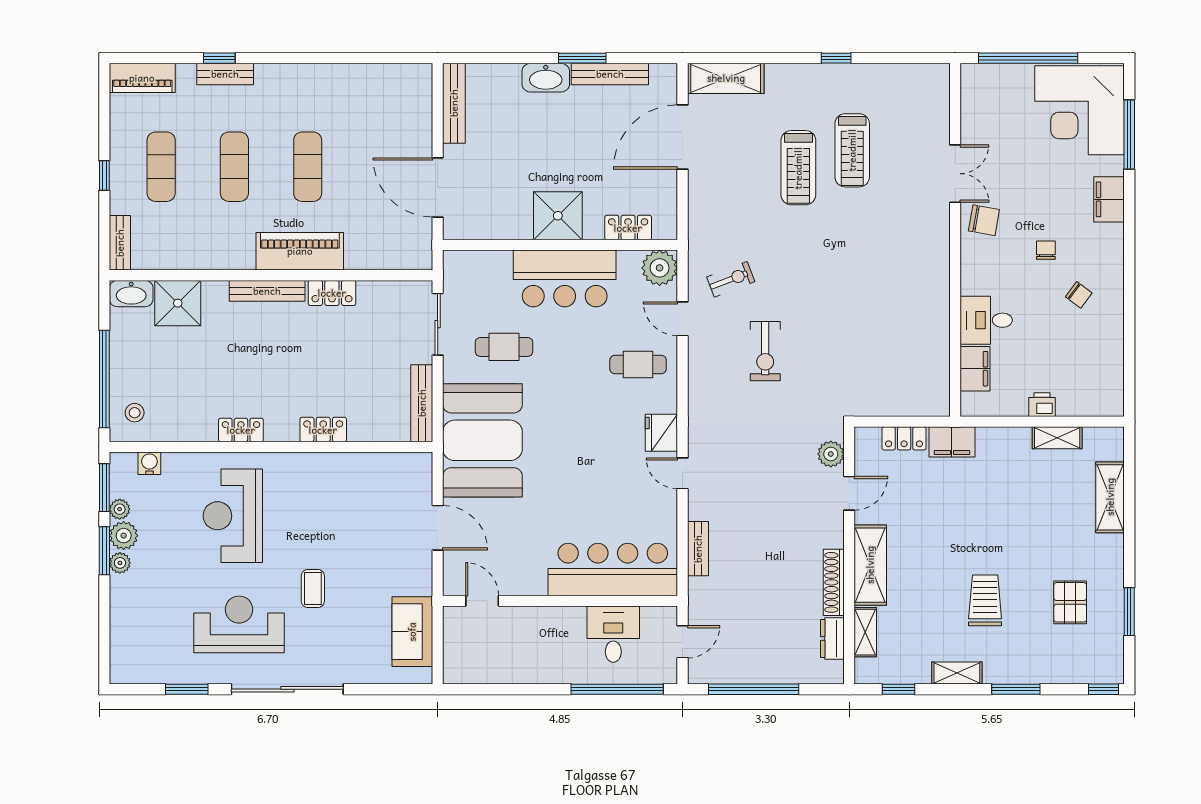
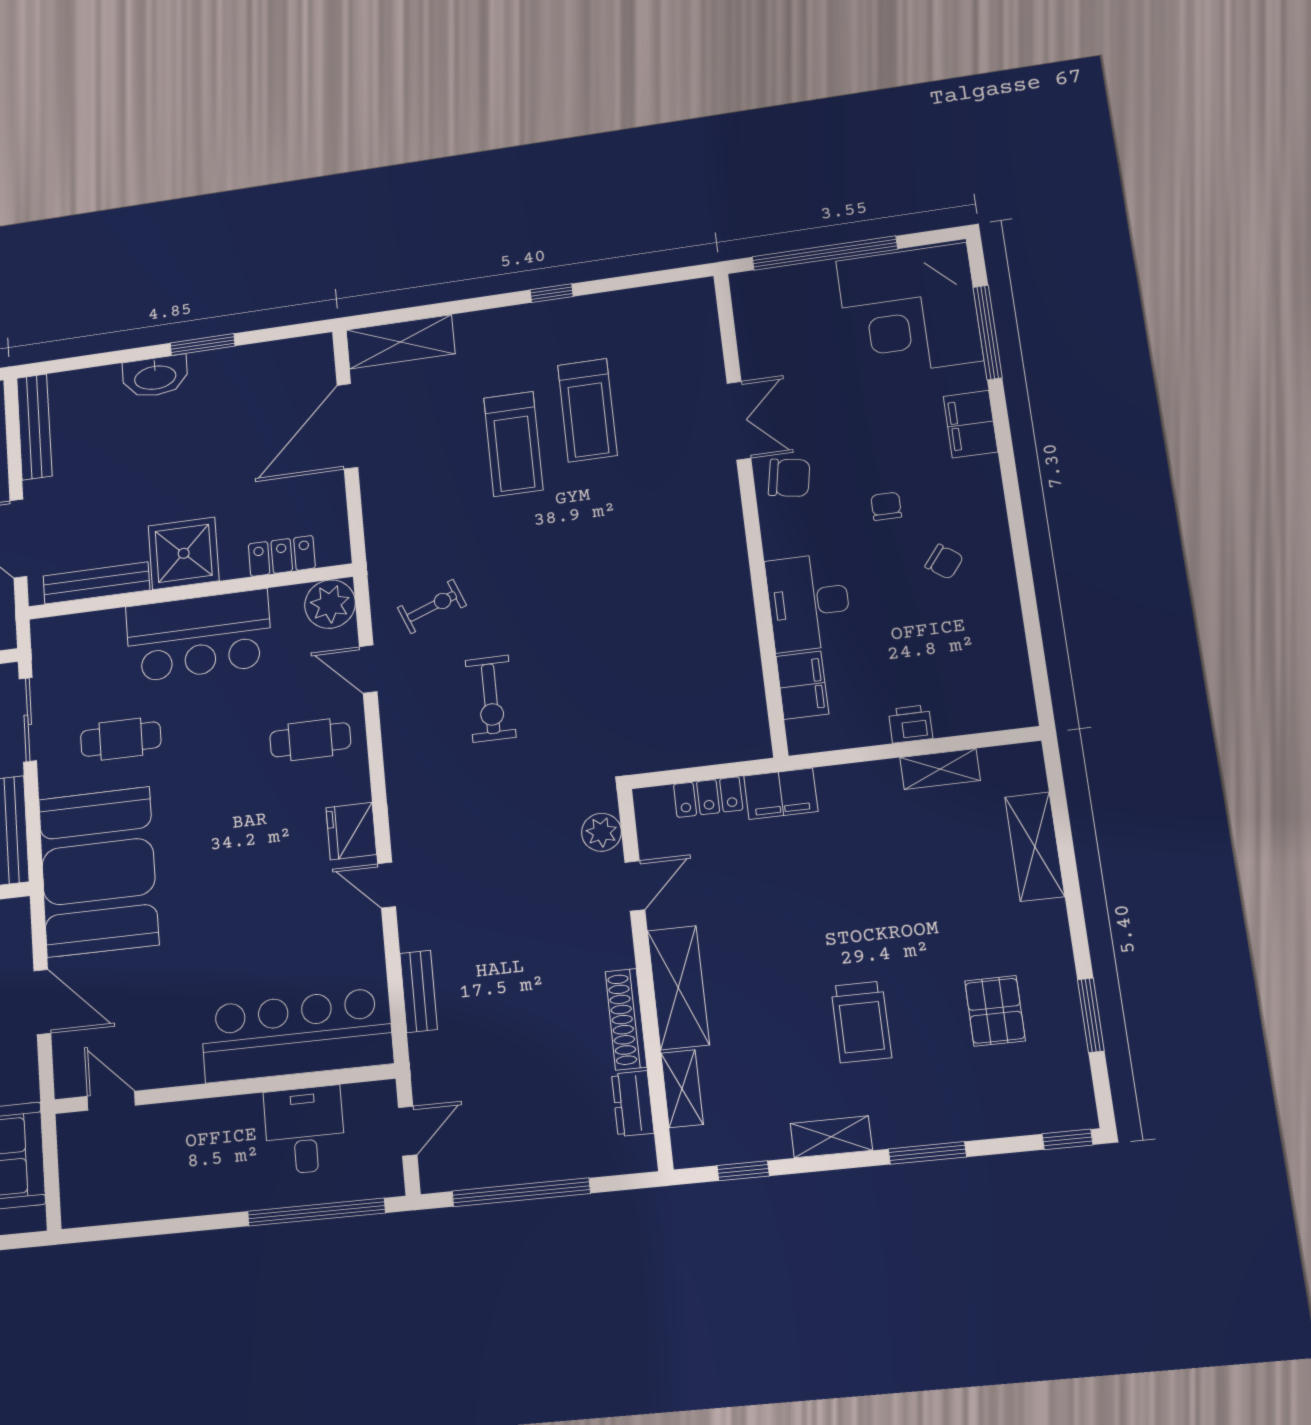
bench: (610, 74) -> (96, 583), moved
desk: (986, 320) -> (809, 602), width x1.37
trolley: (985, 600) -> (861, 1022), turned 180

